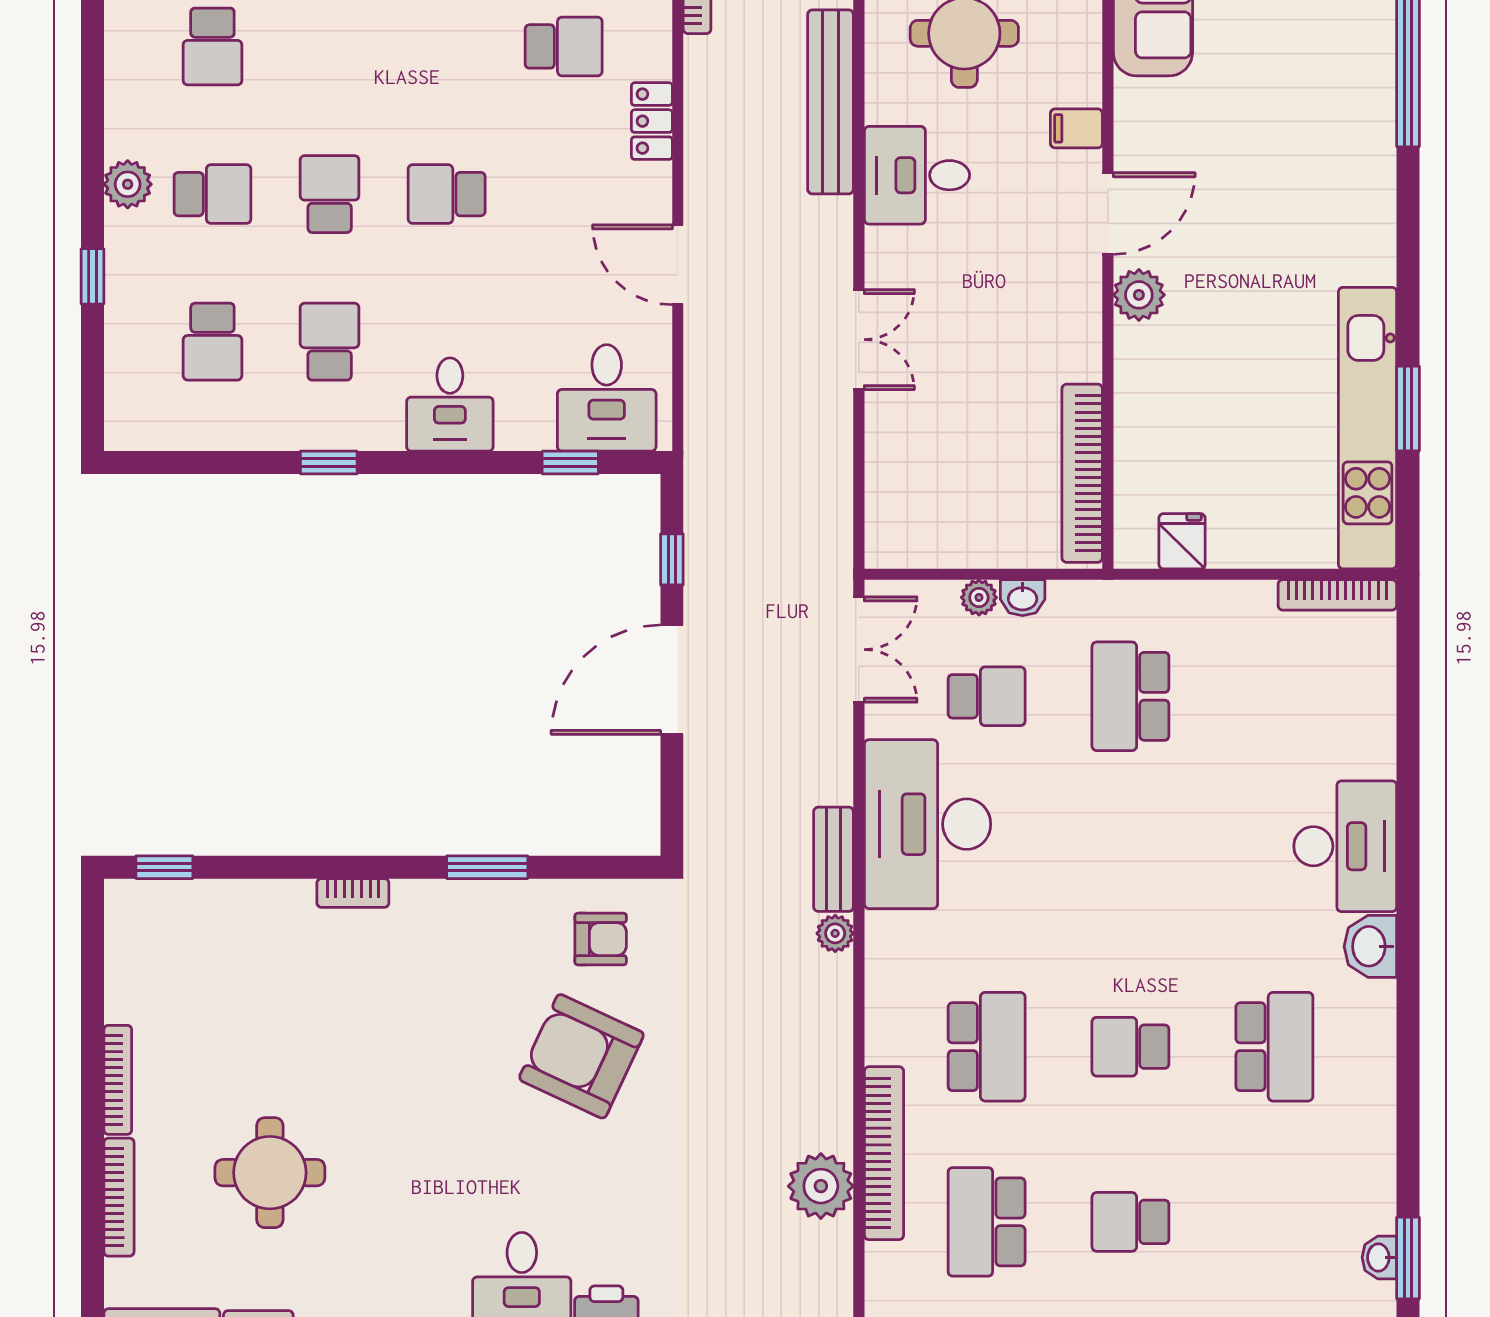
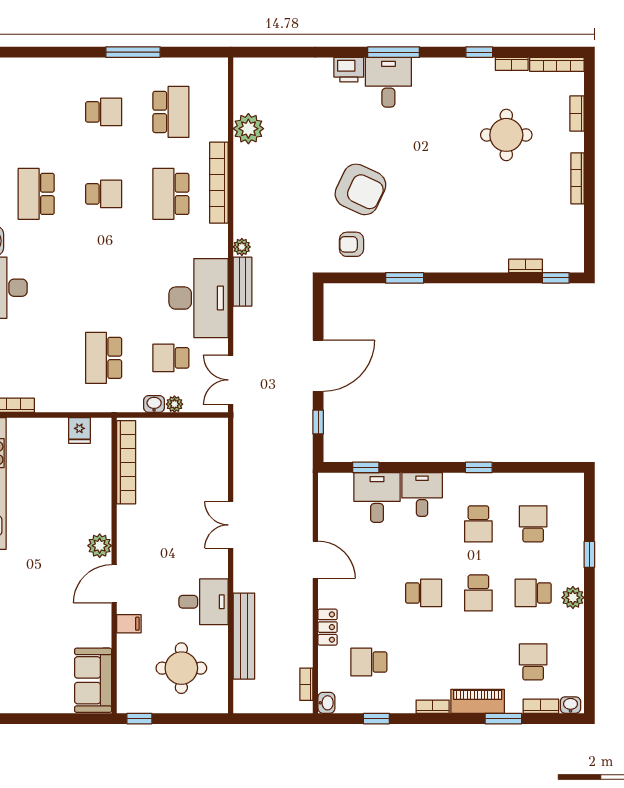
desk: (607, 398) -> (377, 498), moved
school desk: (1130, 696) -> (104, 358), turned 180
bookcase: (353, 893) -> (525, 266), moved
bookcase: (884, 1153) -> (219, 183), moved
bookcase: (119, 1197) -> (577, 114), width x0.64

